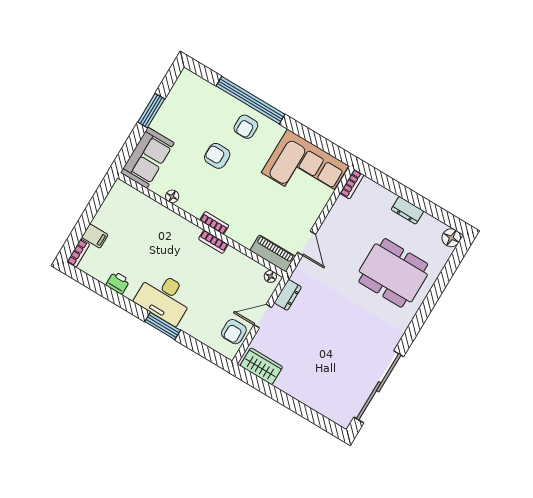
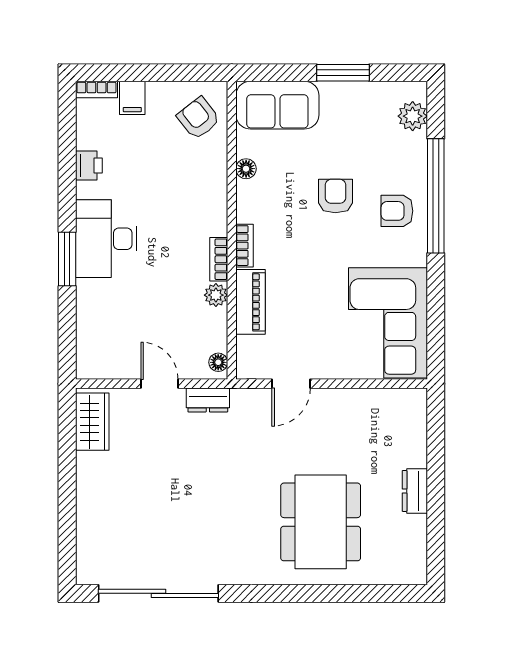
plant: (198, 86) -> (413, 116), added
bookcase: (352, 184) -> (405, 397), removed
floor lamp: (451, 238) -> (413, 571), removed
piano: (273, 253) -> (250, 302), moved
plant: (232, 255) -> (216, 295), added
armchair: (234, 332) -> (198, 118), moved, turned 52

